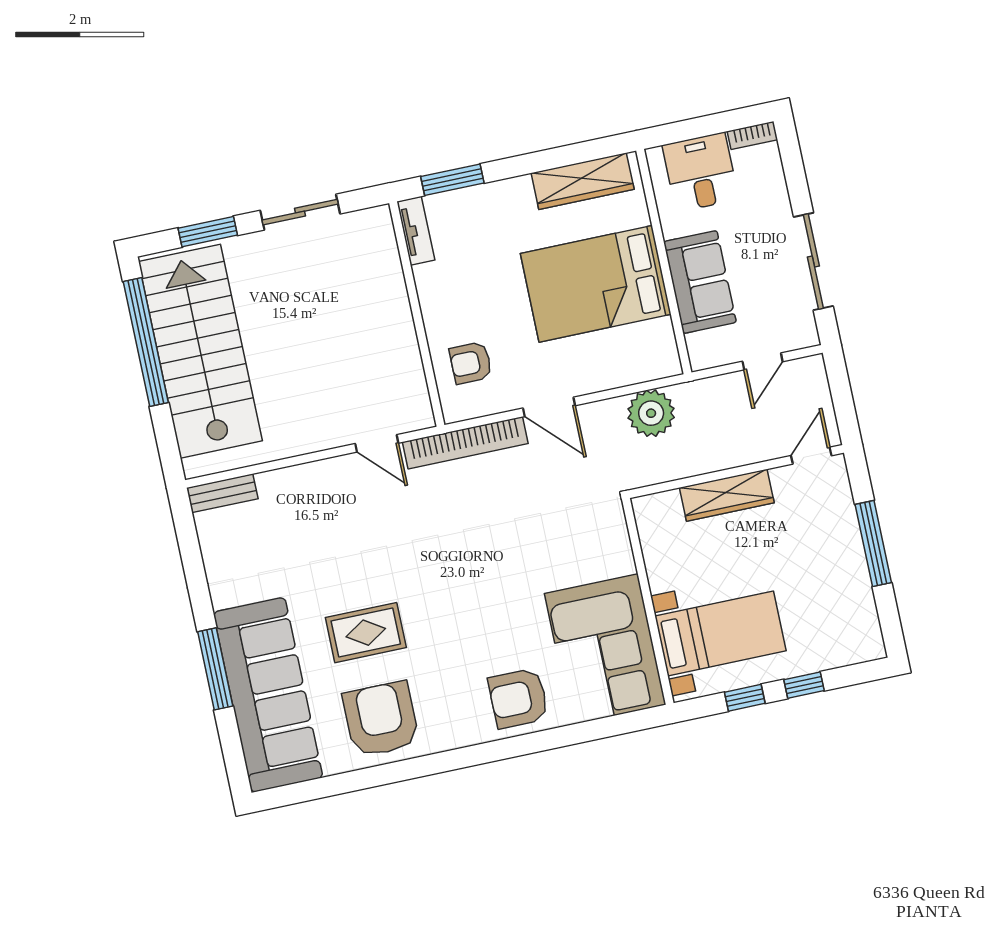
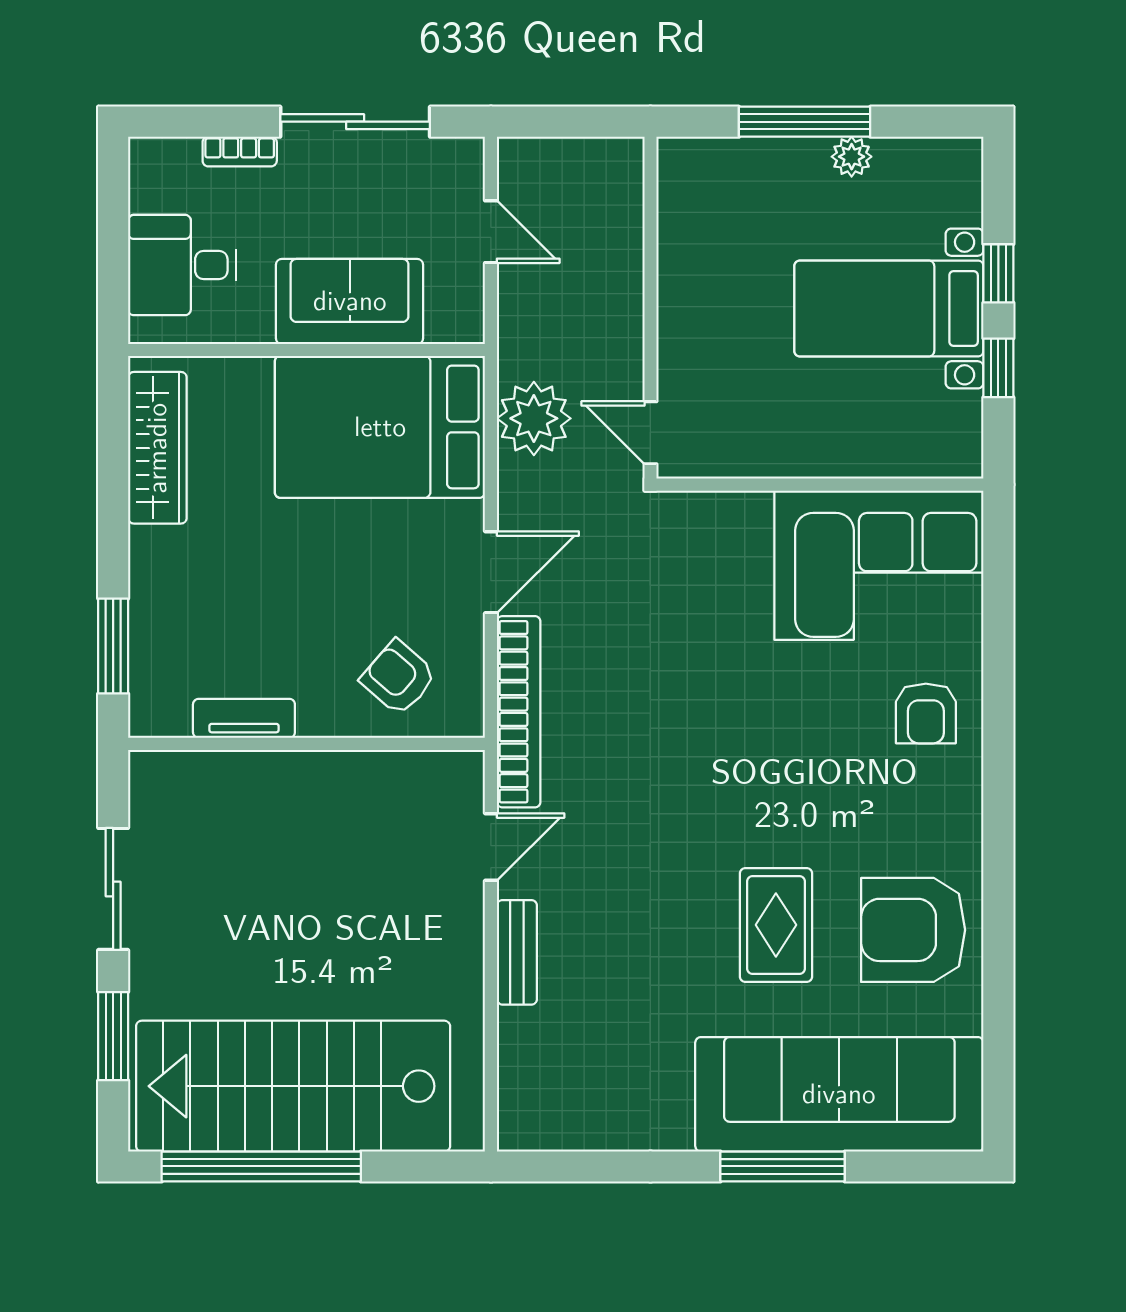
bookcase: (752, 135) -> (240, 152), moved, turned 90
tv unit: (416, 231) -> (244, 718), moved
bed: (596, 284) -> (380, 427), moved, turned 90
armchair: (471, 363) -> (398, 678), turned 131
door: (811, 456) -> (650, 433), moved
bench: (223, 493) -> (517, 952), moved
wardrobe: (727, 495) -> (683, 330), removed
plant: (858, 578) -> (852, 157), added
bed with nightstands: (720, 633) -> (889, 308), moved, turned -90
armchair: (518, 698) -> (926, 713), width x0.72, depth x0.72

